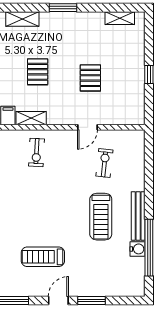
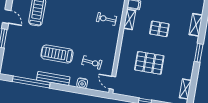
pallet: (90, 78) -> (149, 63), width x1.50, depth x1.42
door: (87, 127) -> (112, 83), moved
water cooler: (137, 249) -> (82, 83), moved

